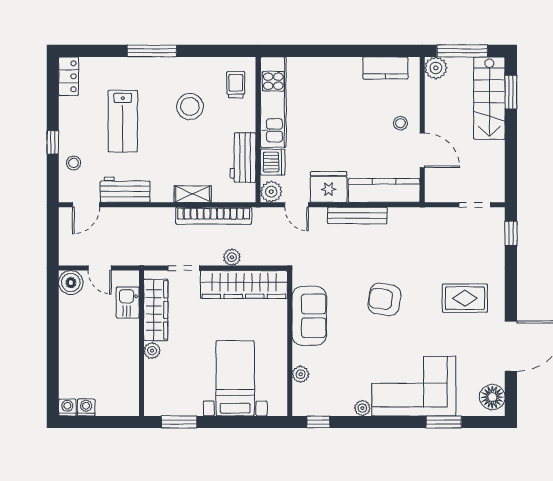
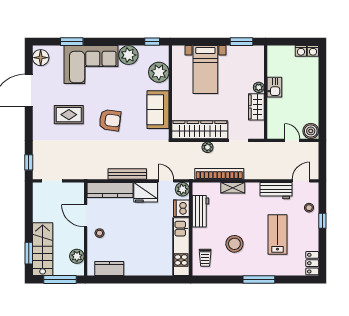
plant: (436, 68) -> (77, 256), moved
rug: (465, 298) -> (69, 115), moved
kitchen sink: (128, 303) -> (274, 87), moved
wardrobe: (156, 310) -> (256, 107), width x0.67
plant: (301, 374) -> (159, 72), width x1.88, depth x1.88
plant: (362, 408) -> (128, 55), width x1.88, depth x1.88

